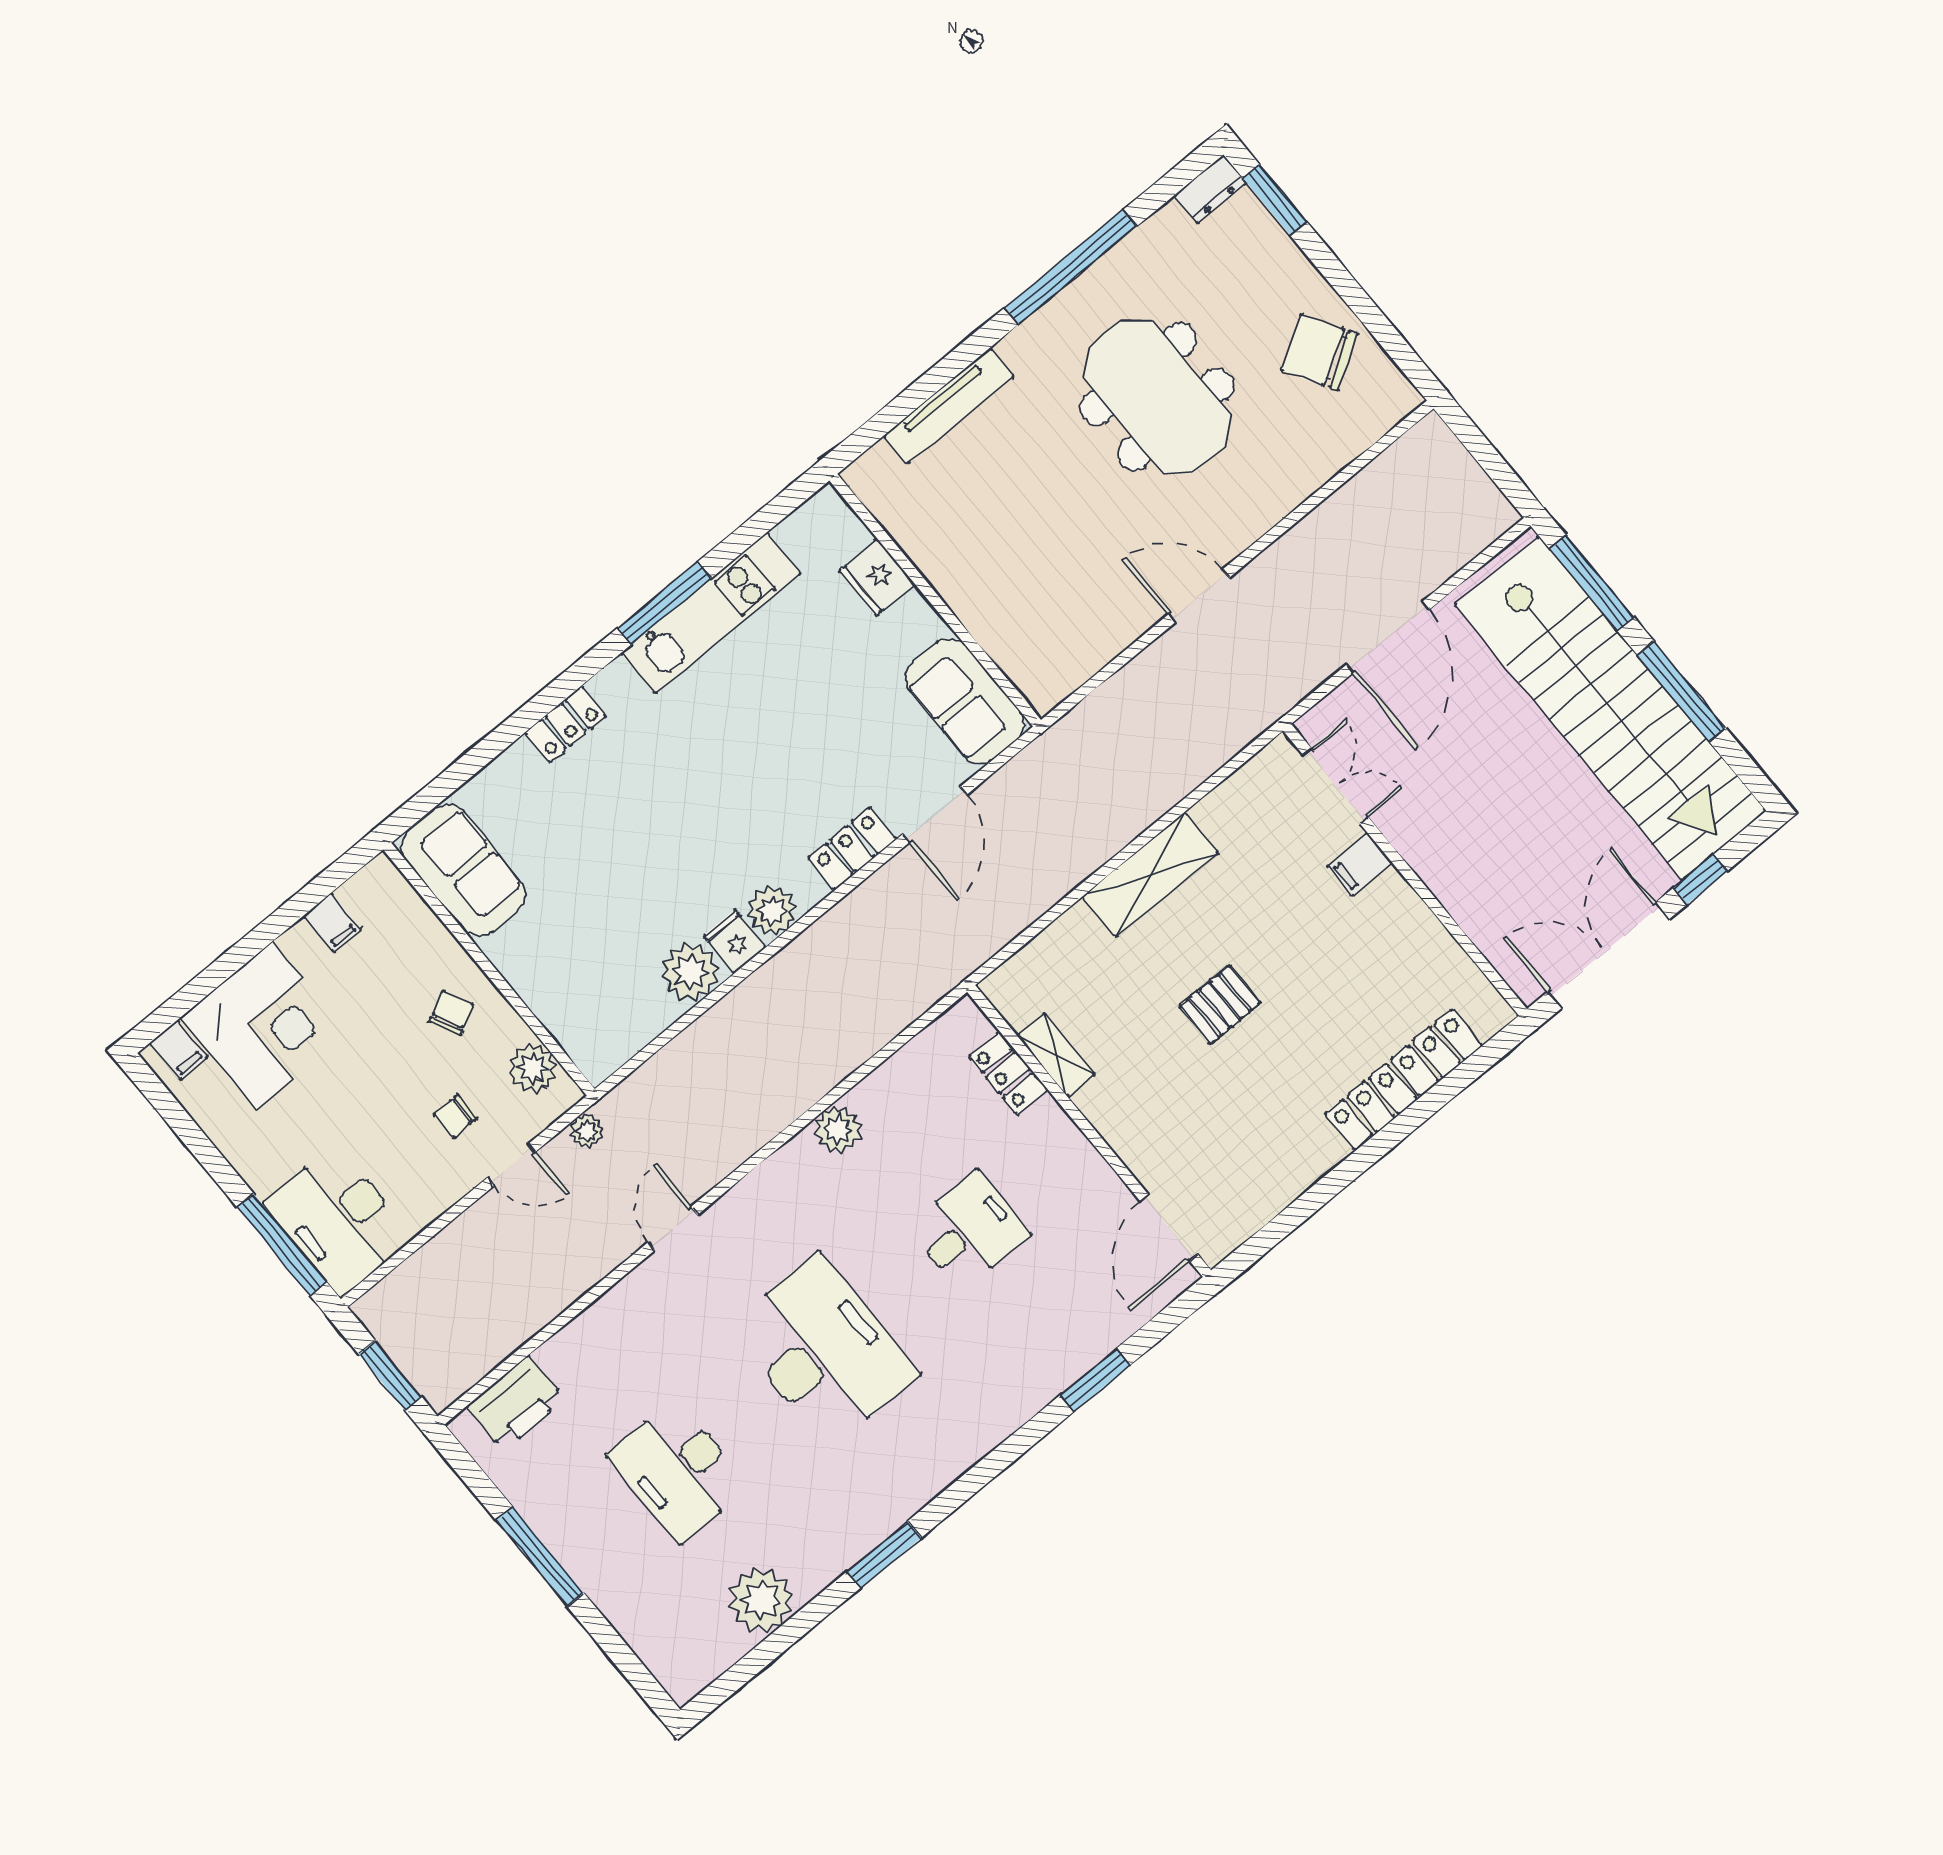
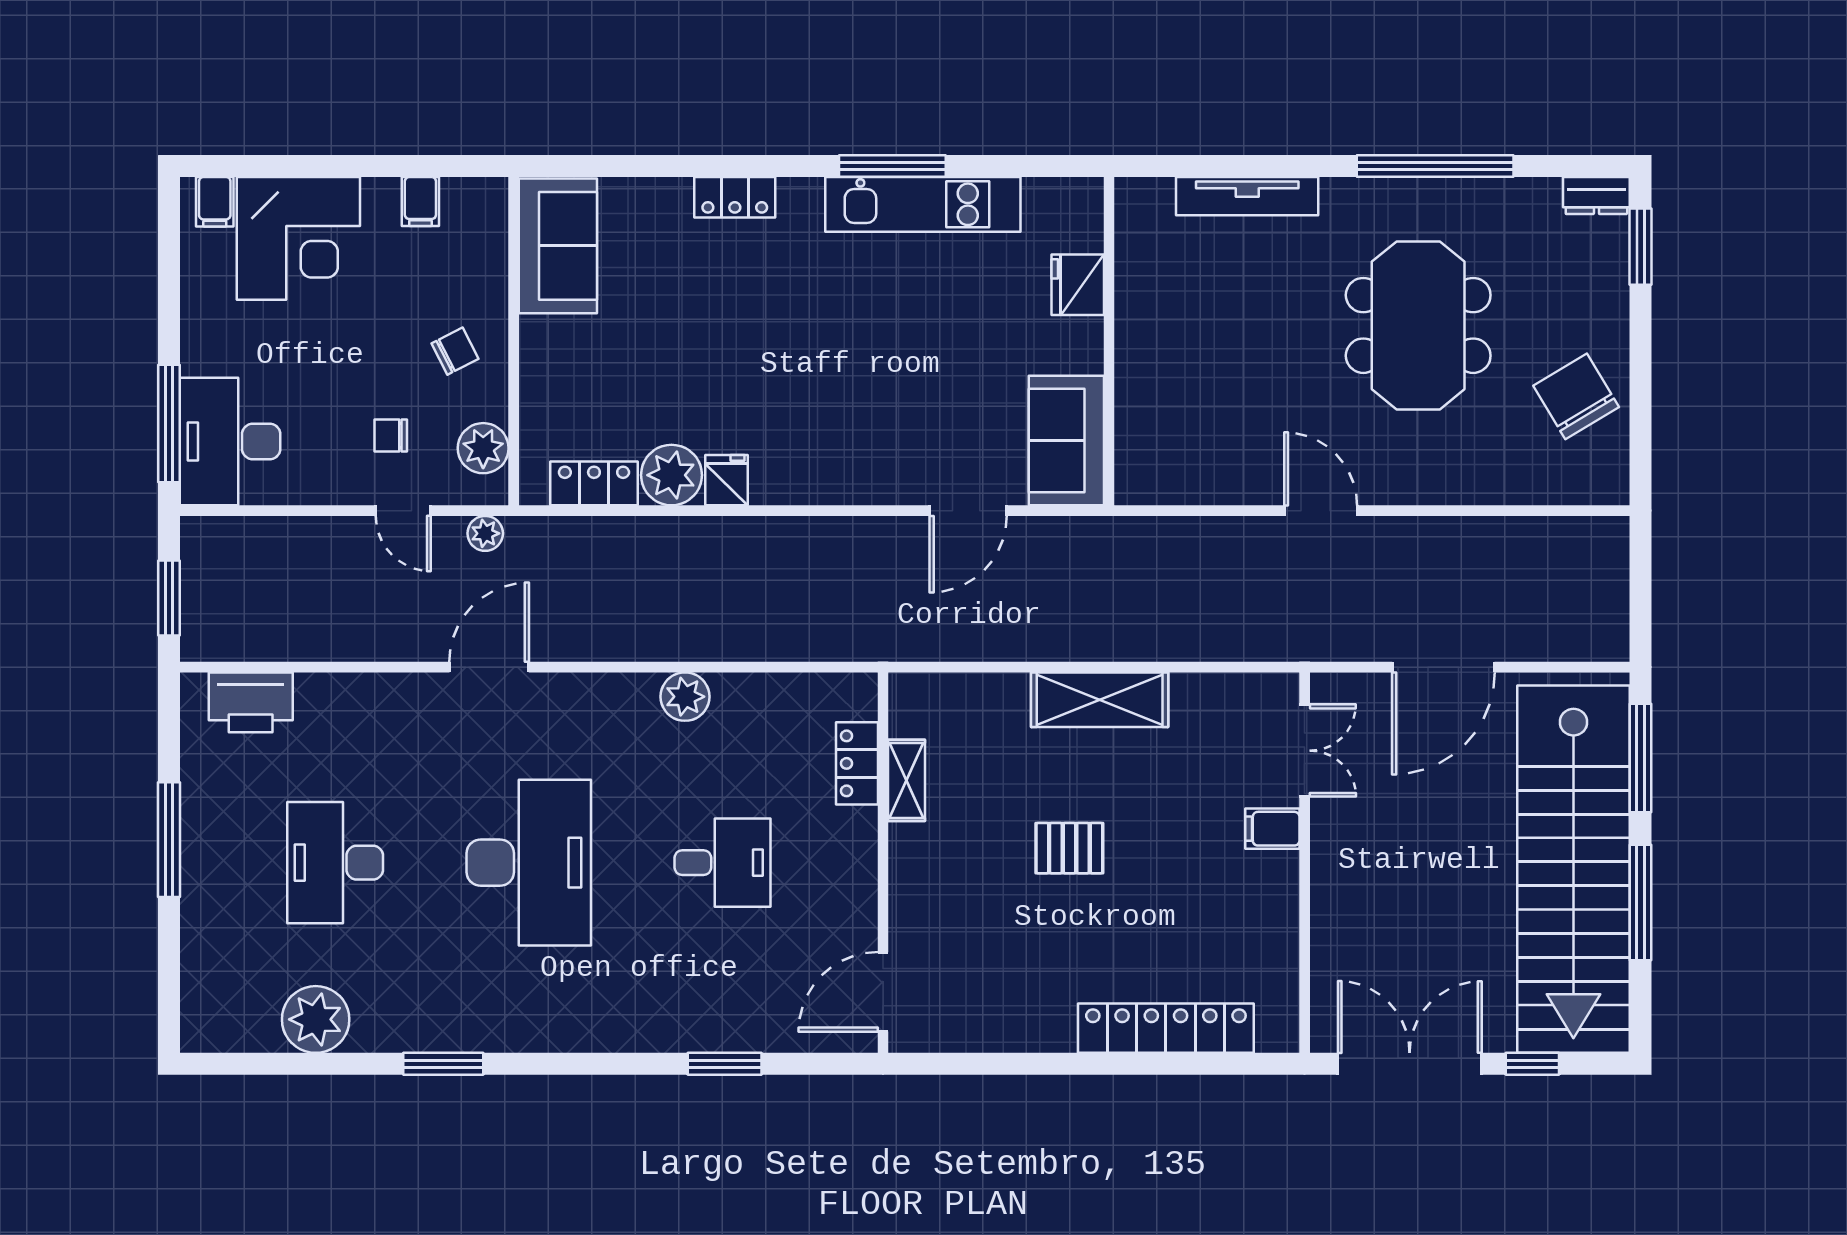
locker: (852, 849) -> (594, 483), moved
plant: (772, 911) -> (776, 480), removed
door: (673, 1229) -> (489, 667), width x1.38

